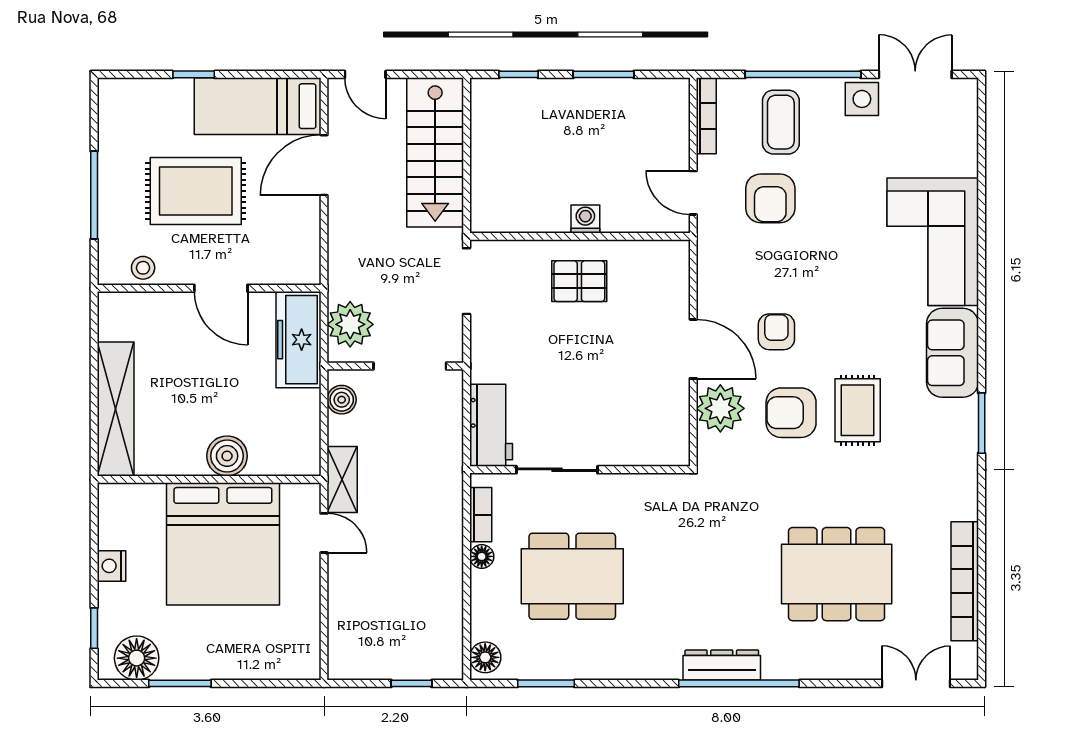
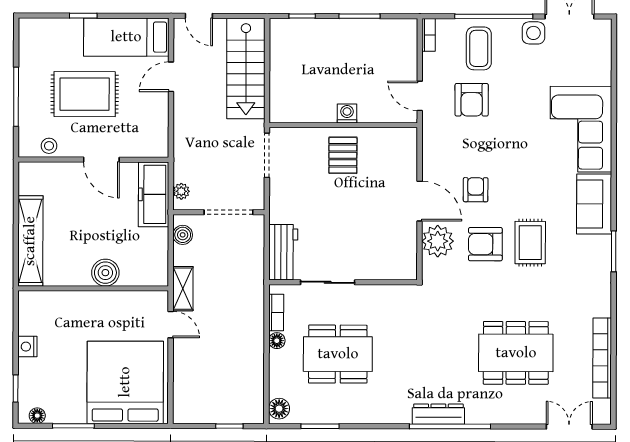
bookcase: (706, 116) -> (429, 35), width x0.64
door: (324, 165) -> (171, 77), width x0.73
pallet: (579, 281) -> (343, 155), turned 90
plant: (350, 324) -> (181, 191), width x0.53, depth x0.53
bed: (223, 544) -> (125, 382), moved, turned 180
floor lamp: (137, 658) -> (37, 416), width x0.53, depth x0.53

